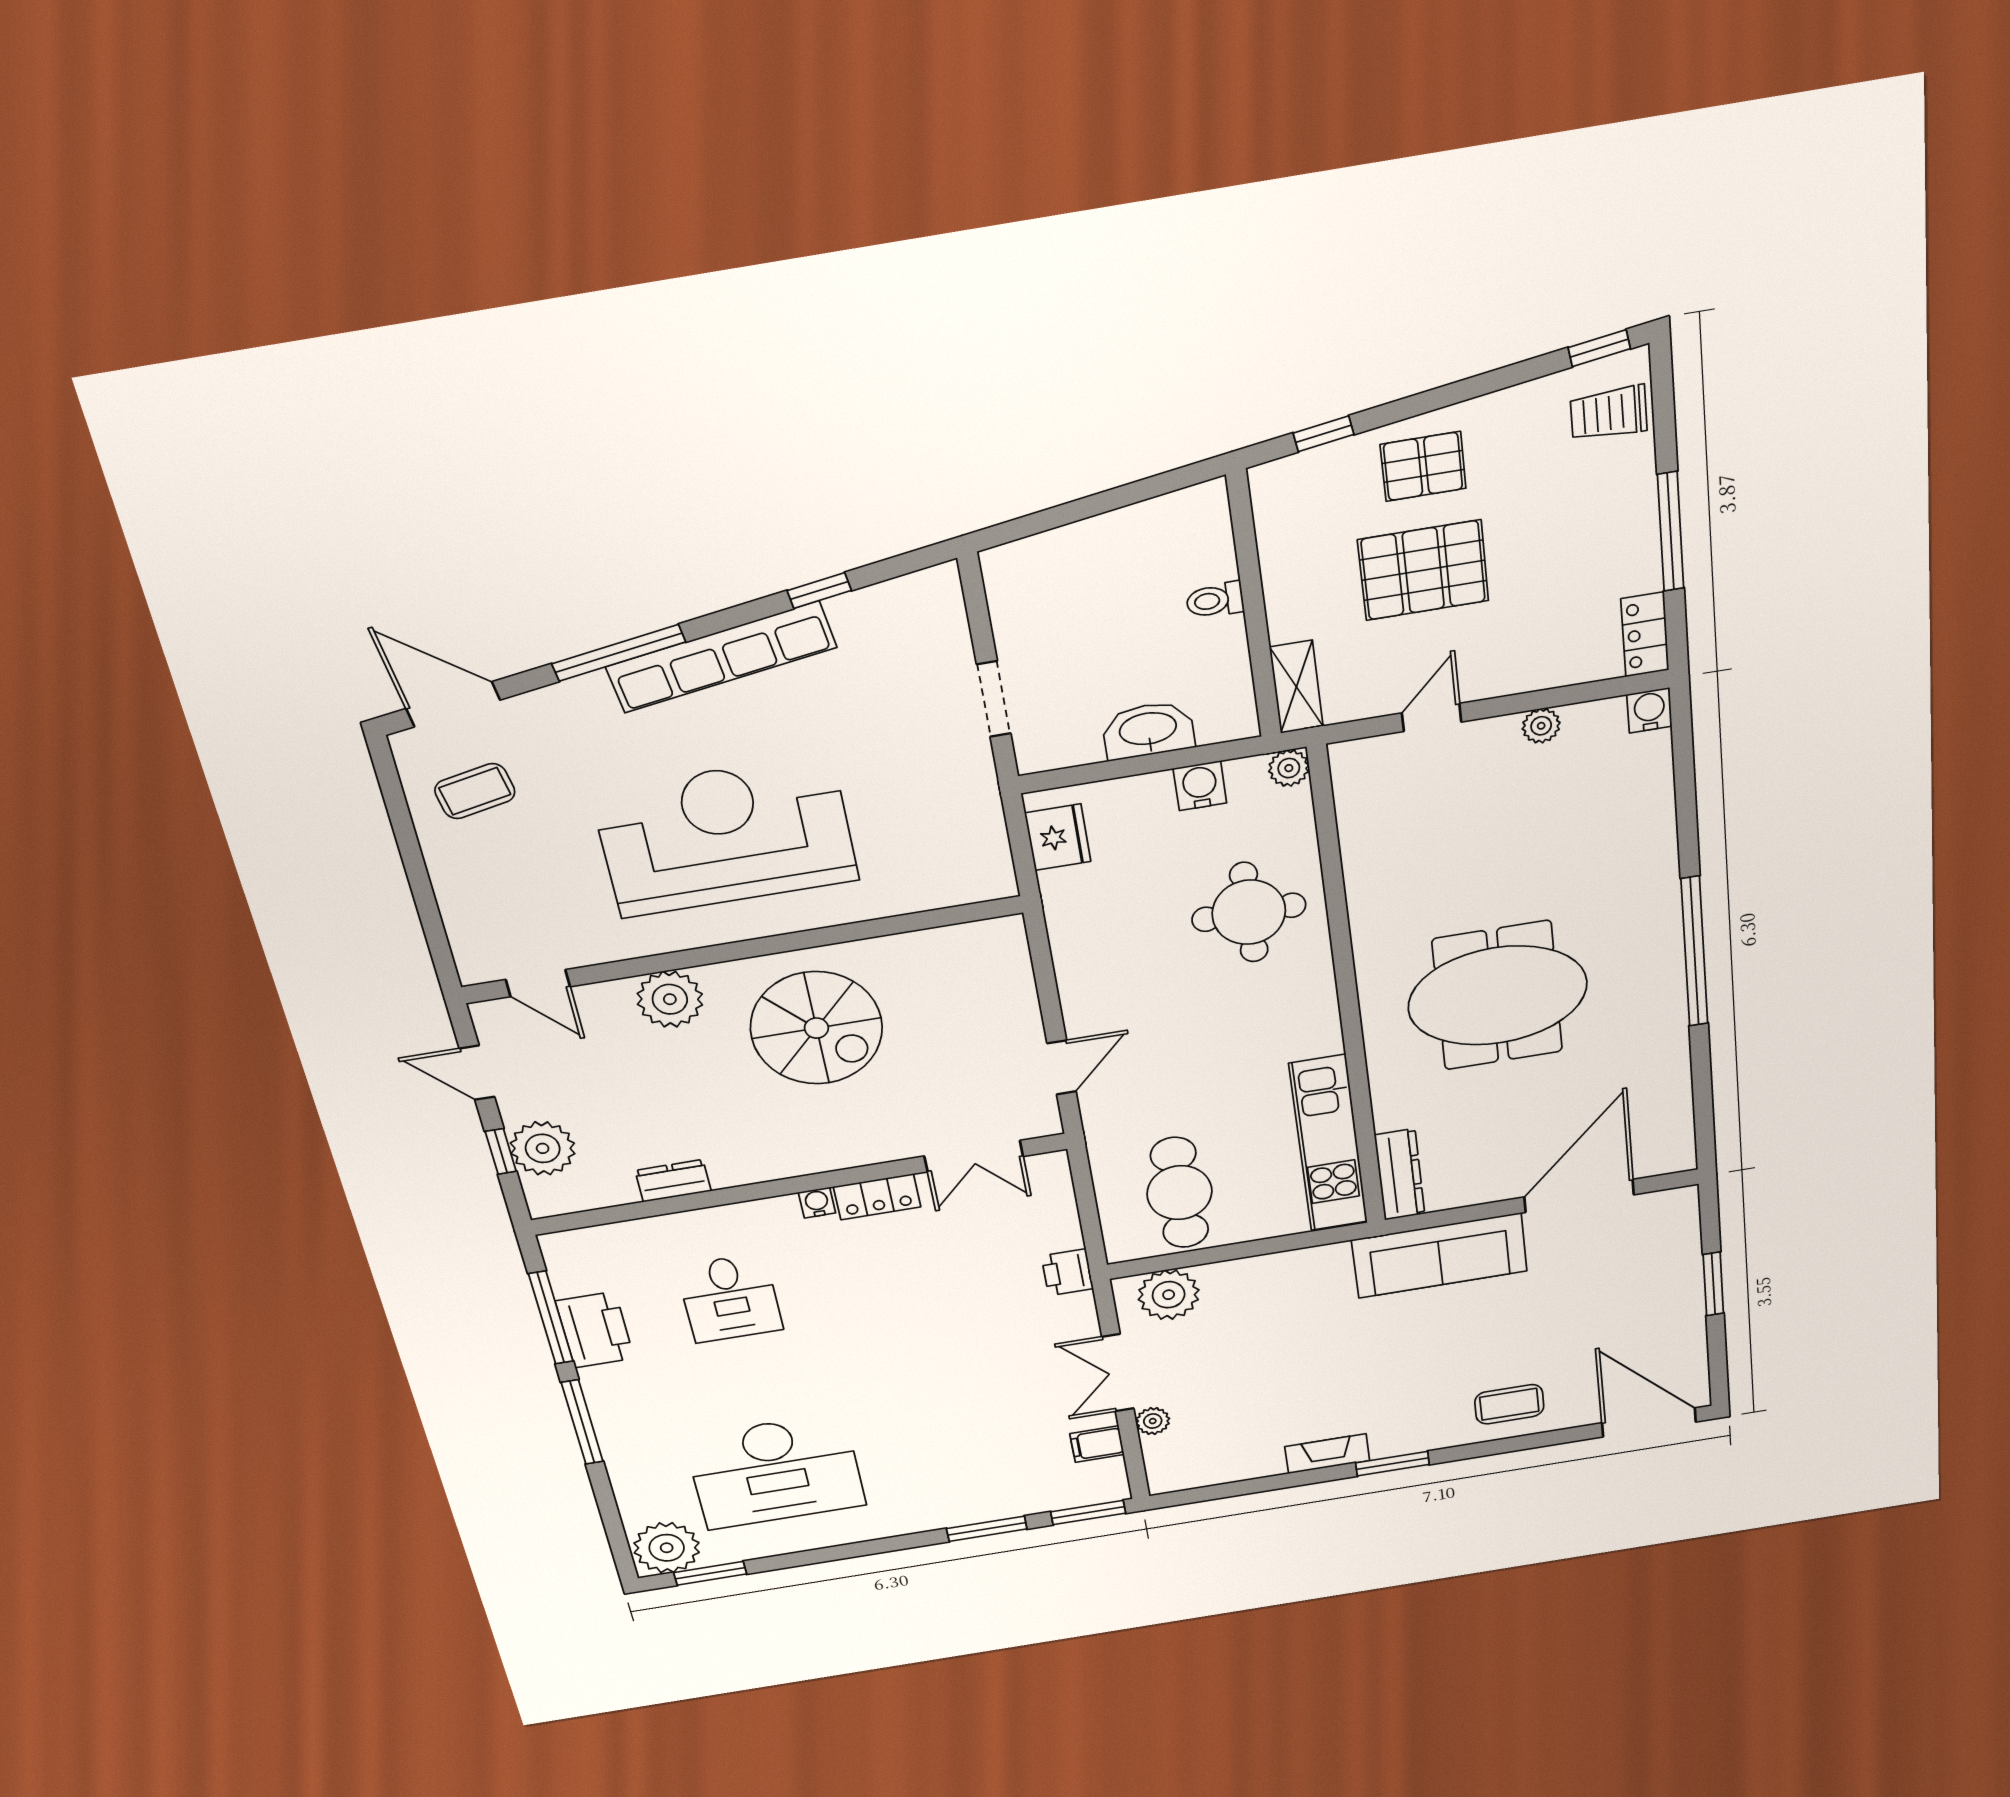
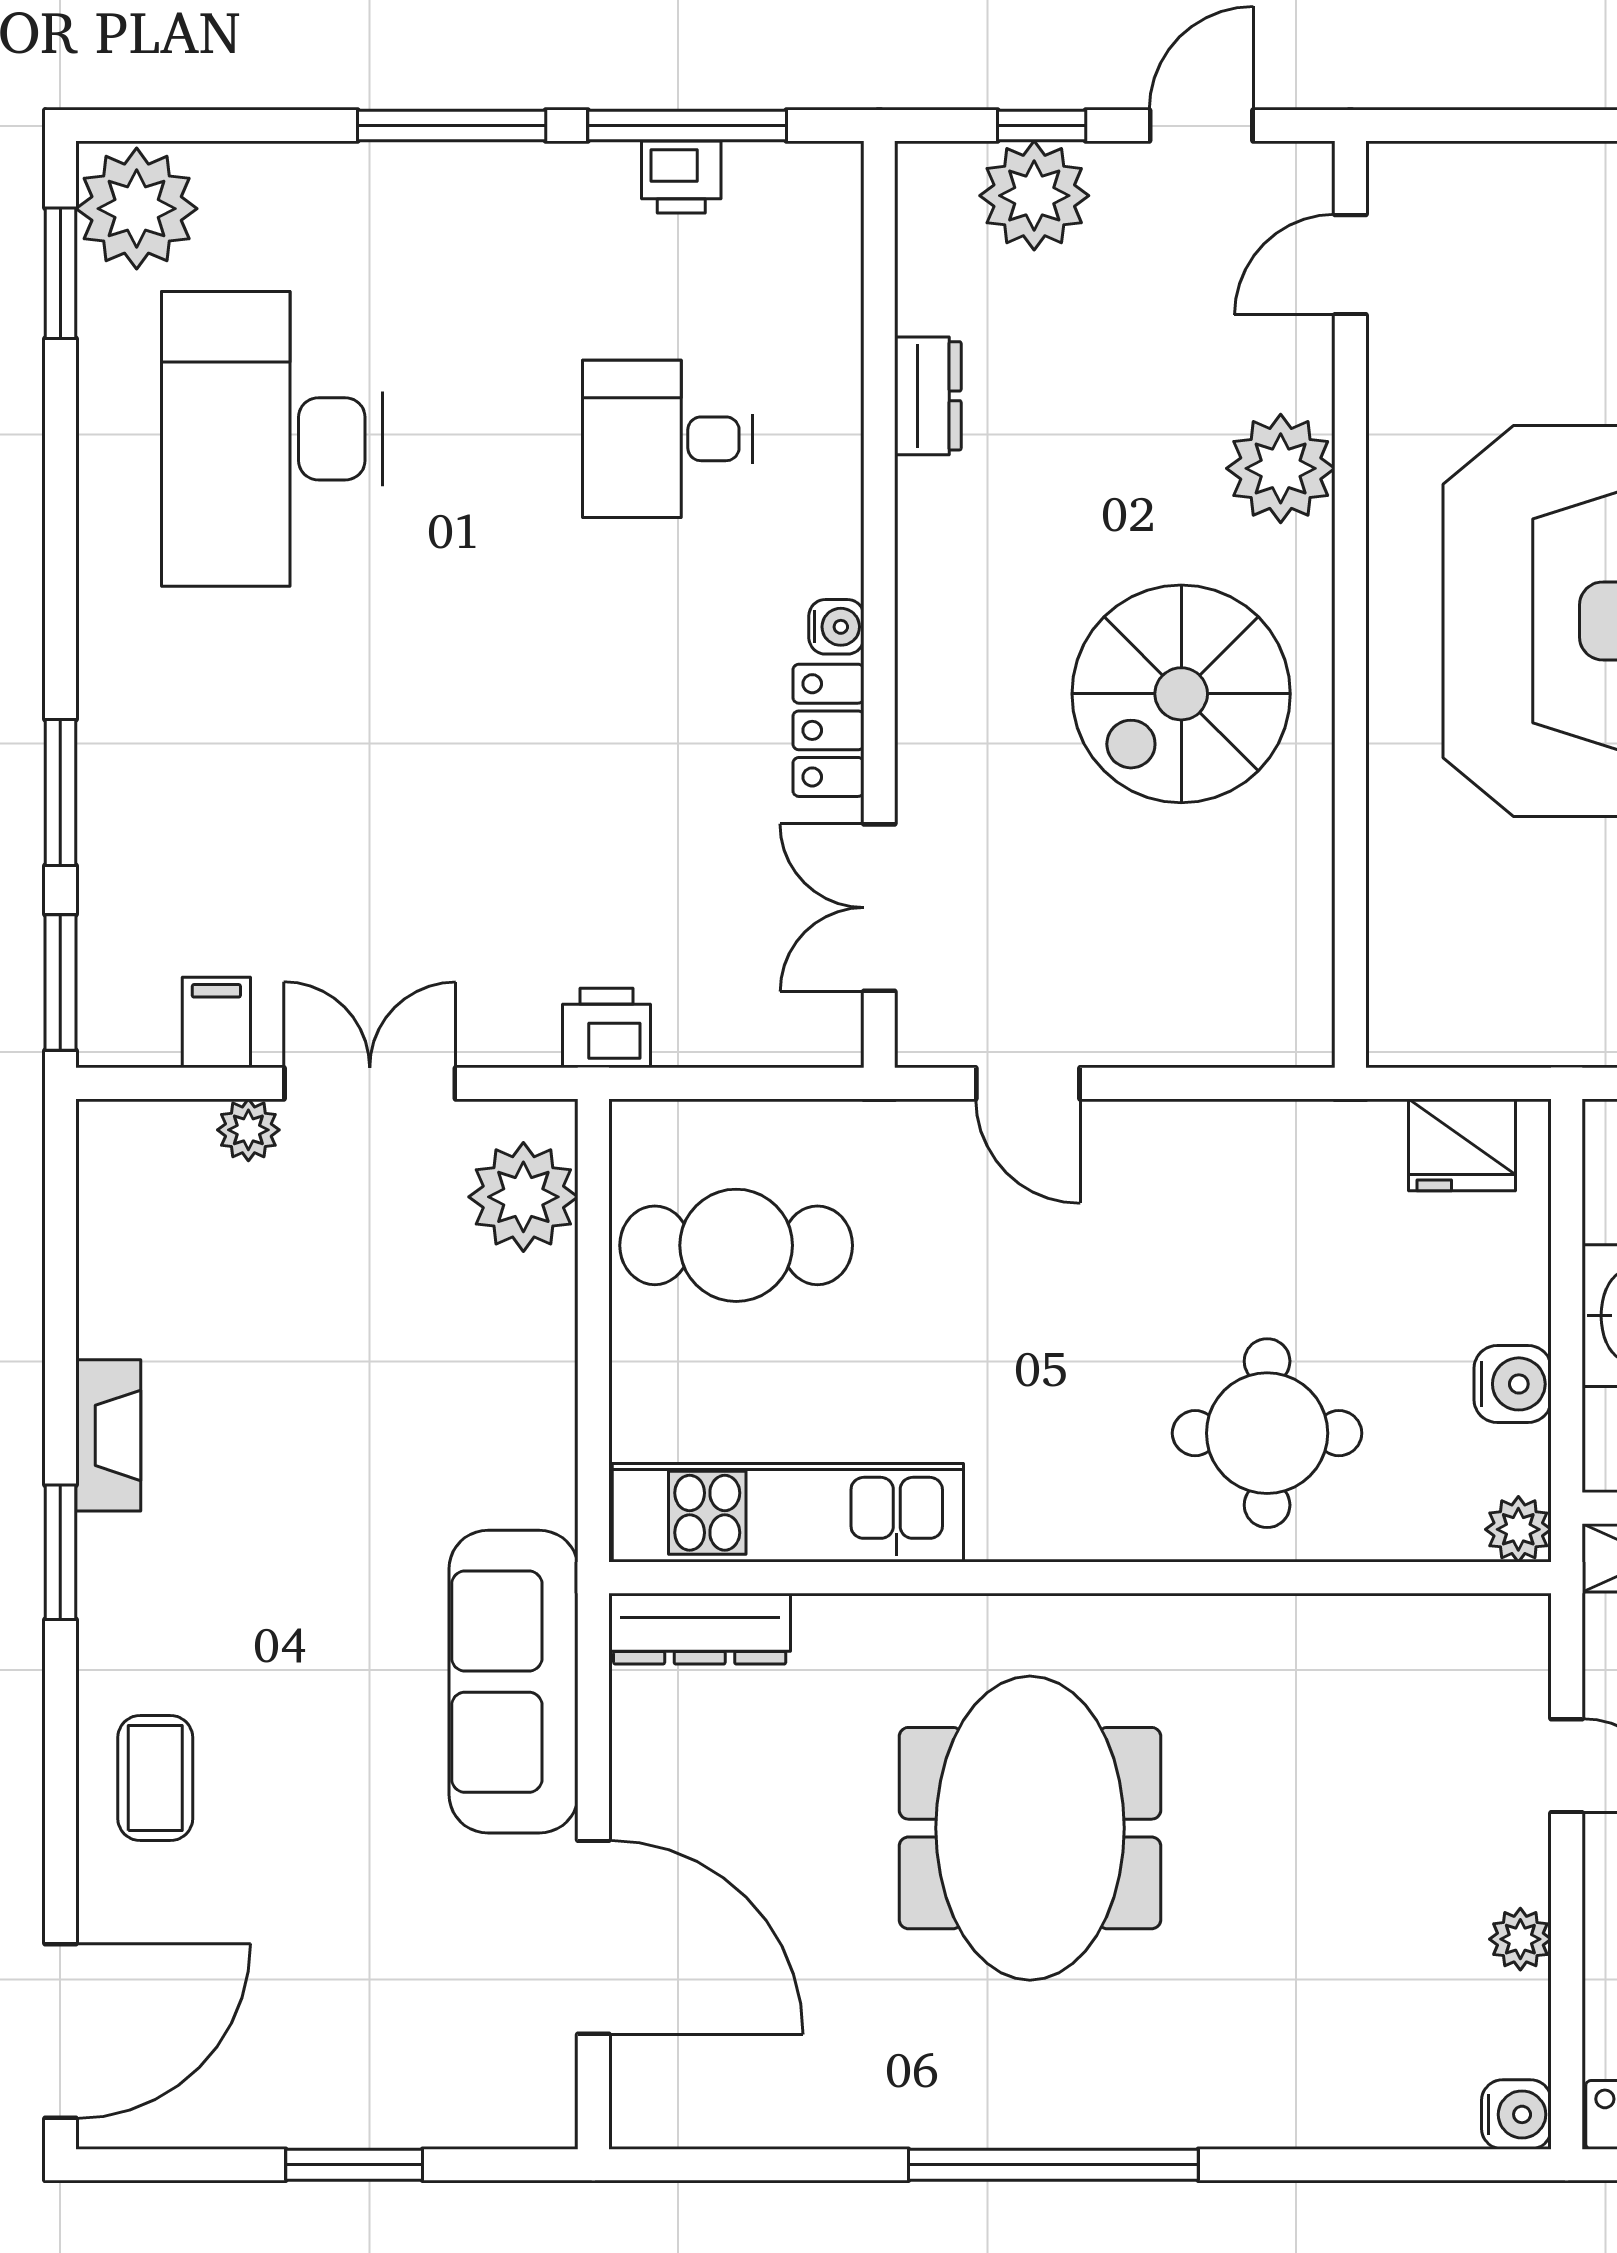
printer: (595, 1330) -> (681, 177), width x0.53, depth x0.68

